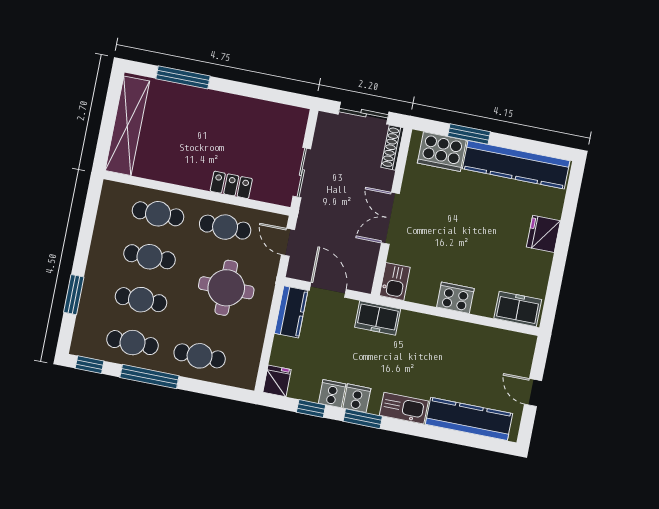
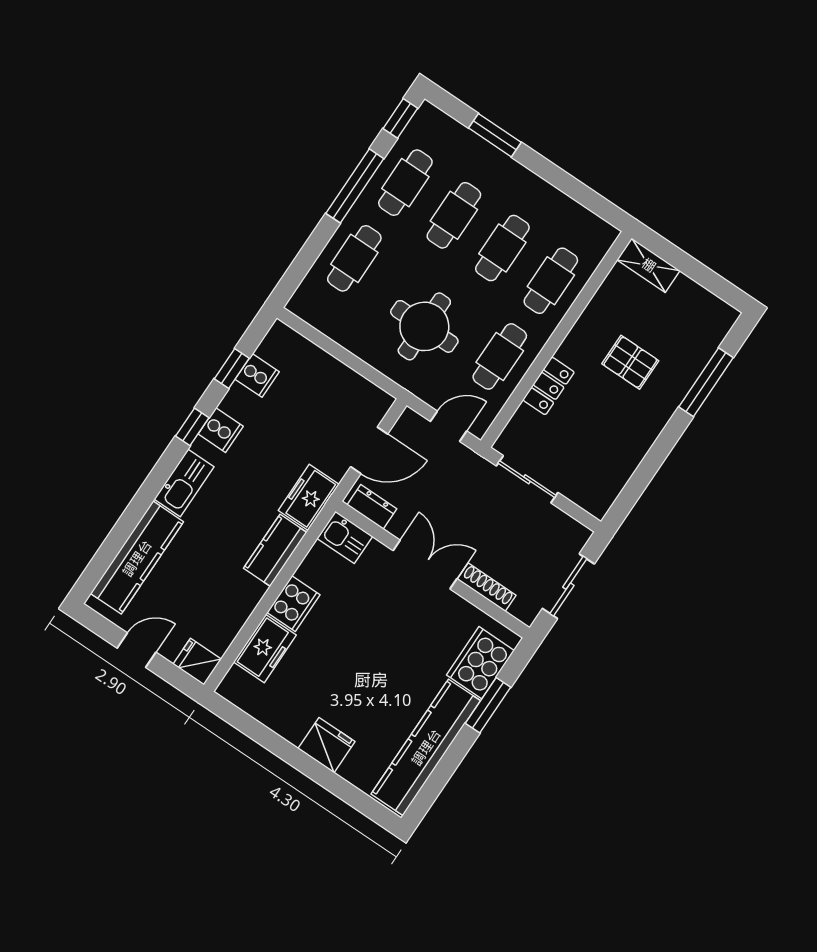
shelving: (127, 126) -> (649, 265), width x0.45, depth x0.75
pallet: (191, 135) -> (630, 362), added
shoe rack: (392, 148) -> (487, 587), moved
dresser: (366, 272) -> (372, 507), added
freezer: (518, 309) -> (265, 649), moved
kitchen counter: (291, 312) -> (275, 550), moved, turned 90
fridge: (277, 381) -> (197, 662), moved, turned 180
cooker: (332, 394) -> (257, 376), moved
window: (363, 419) -> (192, 427), width x0.67

